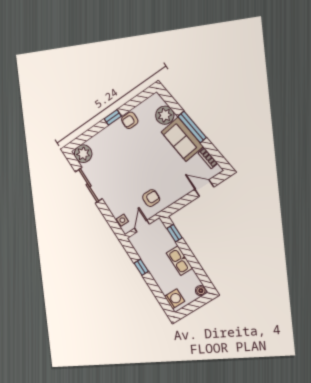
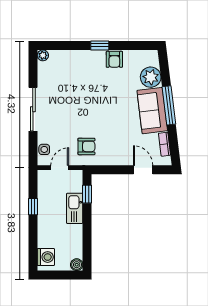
armchair: (130, 120) -> (114, 59), turned -90
plant: (83, 154) -> (43, 55), width x0.53, depth x0.53
sliding door: (89, 185) -> (33, 109), moved
kitchen sink: (179, 261) -> (75, 208), moved

